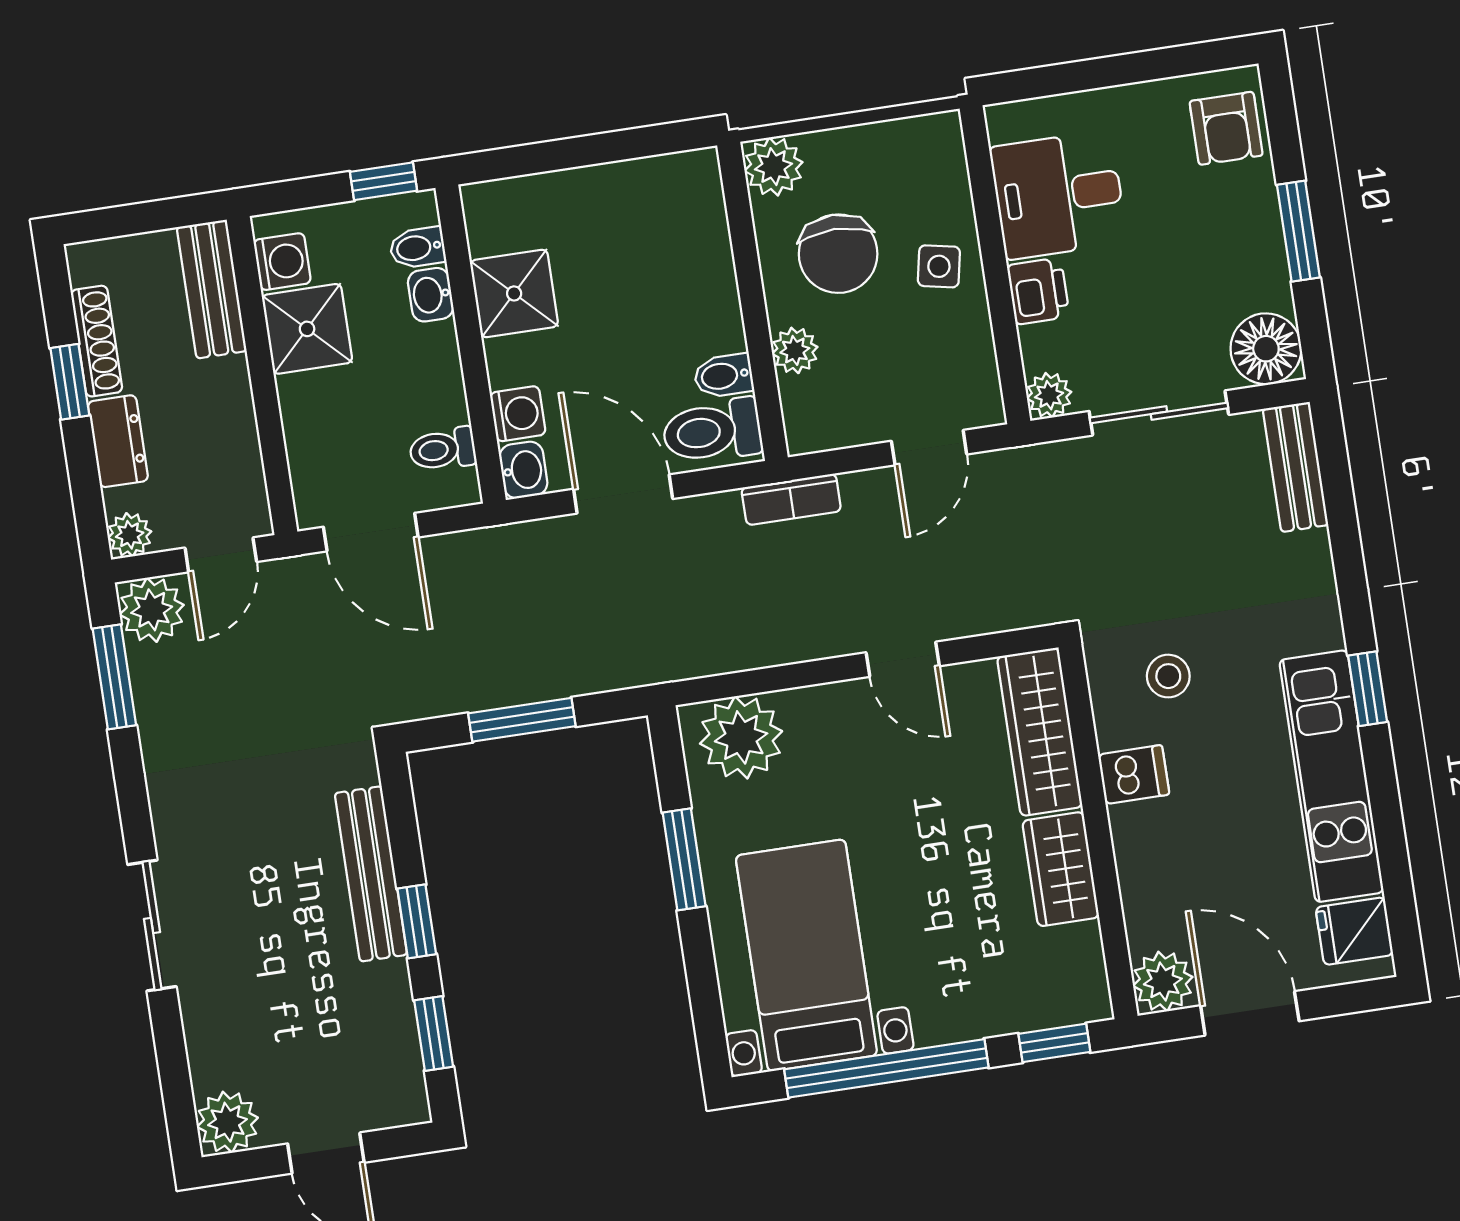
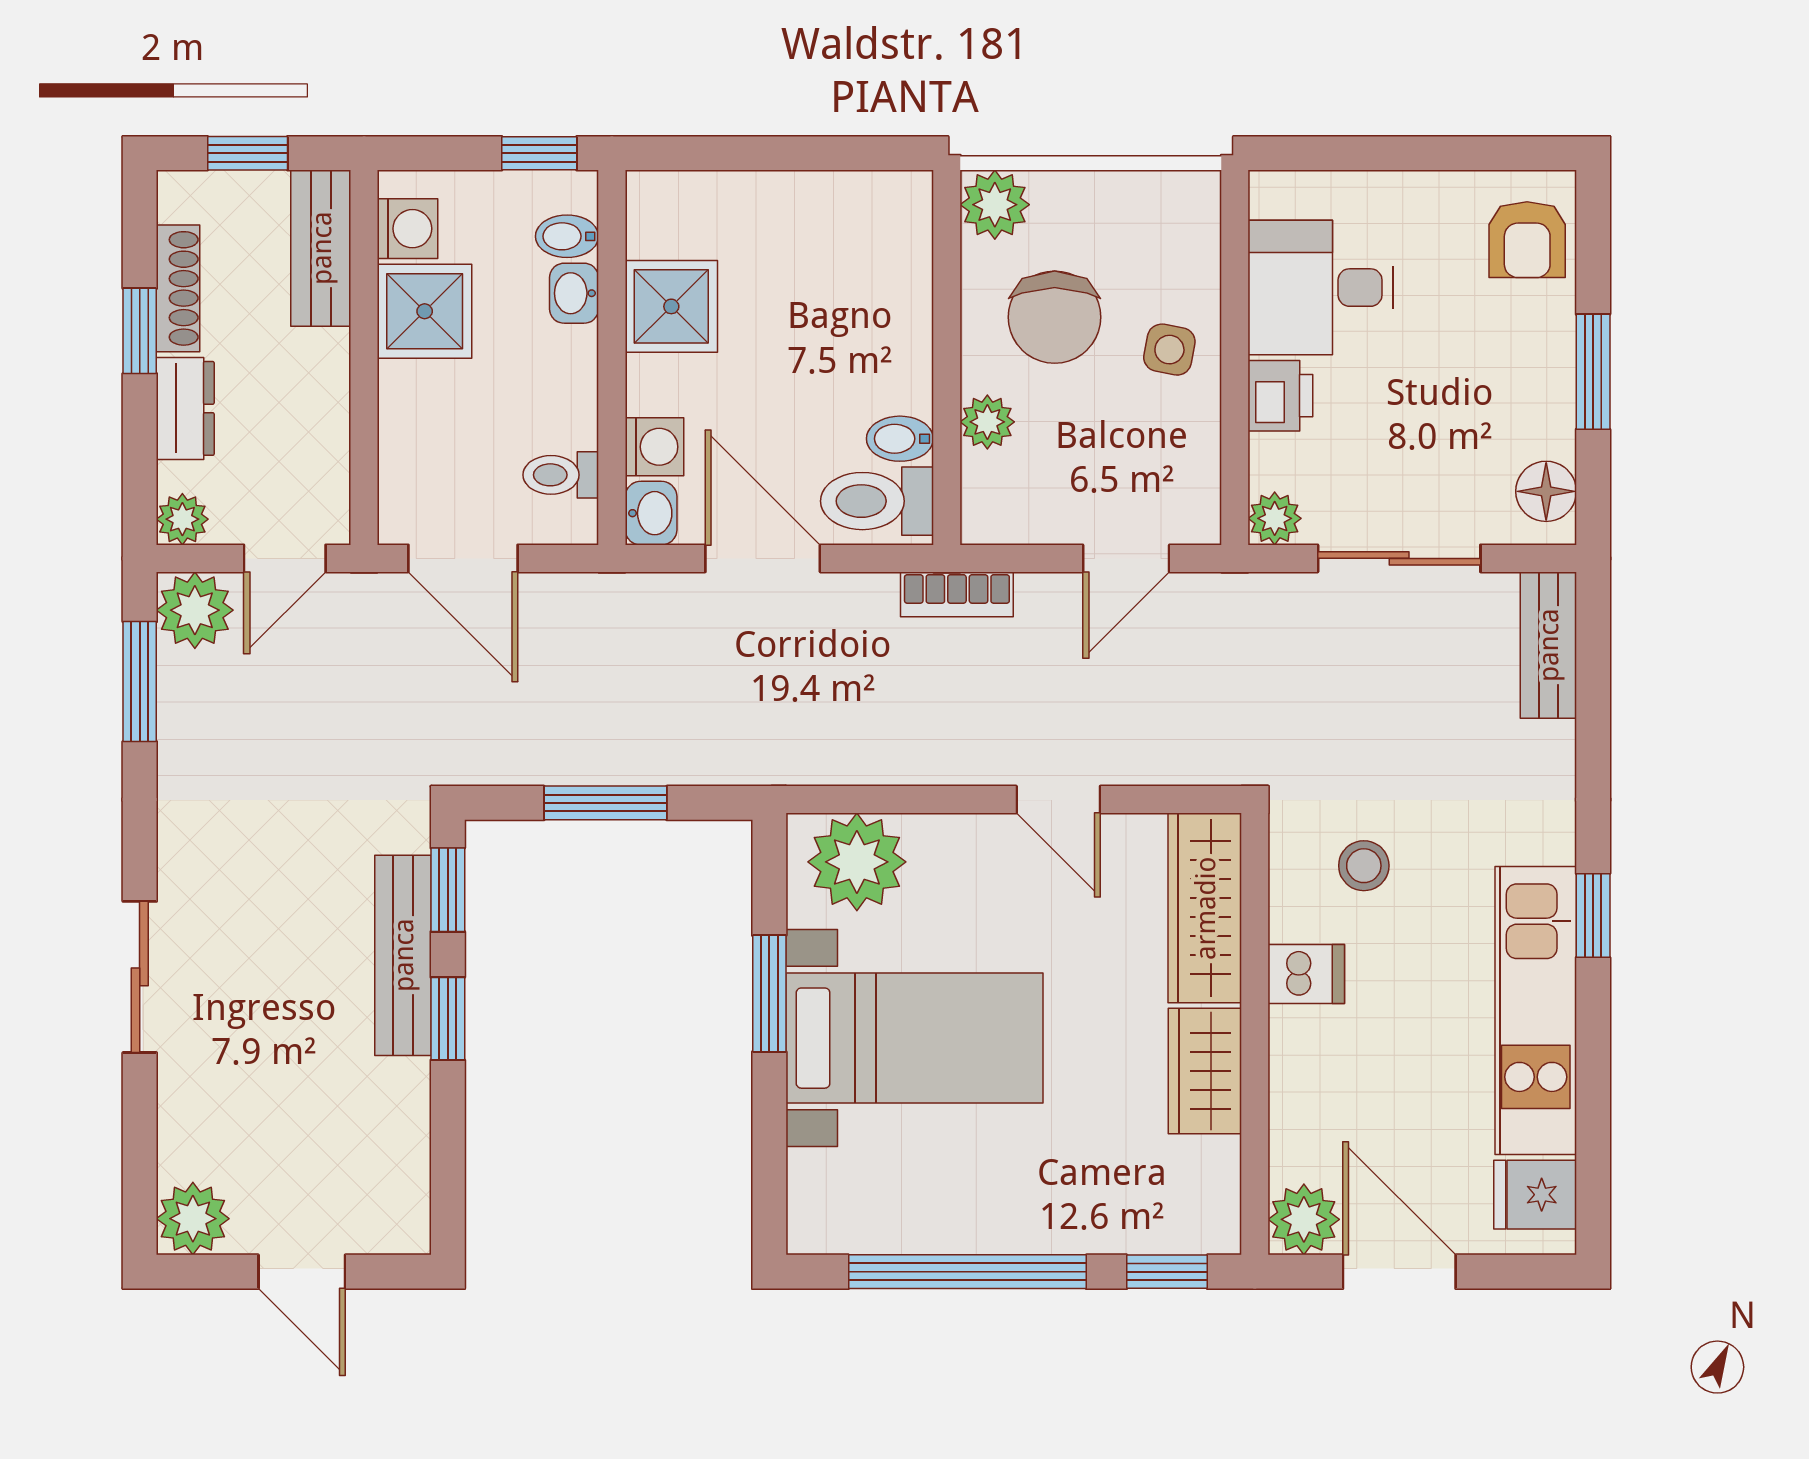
window: (138, 218) -> (248, 153), added
floor lamp: (1266, 349) -> (1546, 491), width x0.73, depth x0.73
bed with nightstands: (806, 955) -> (915, 1038), moved, turned 90
window: (434, 1034) -> (448, 890), moved

